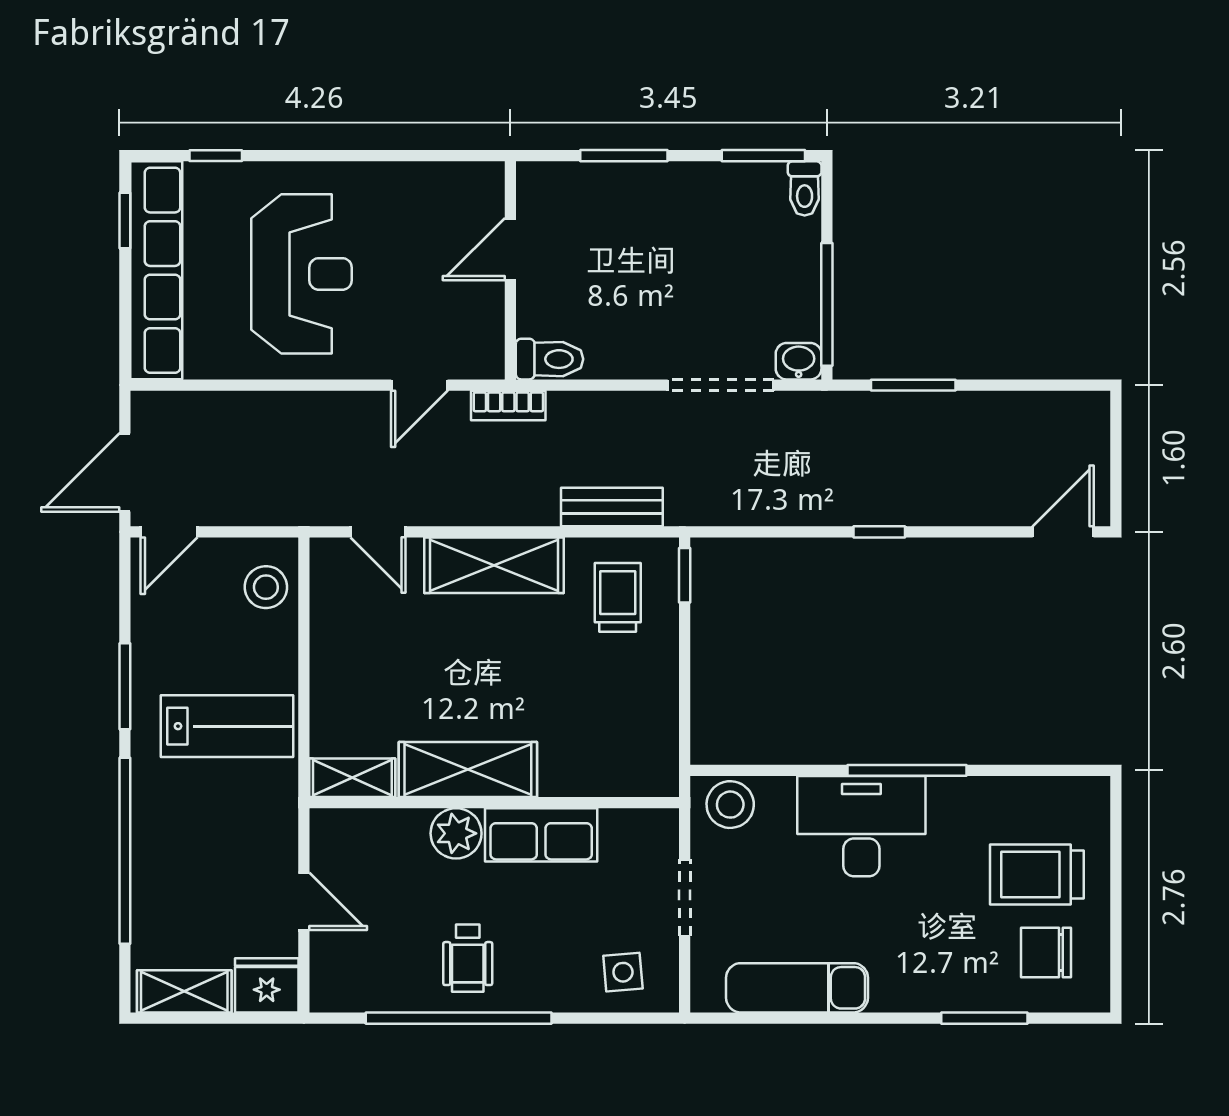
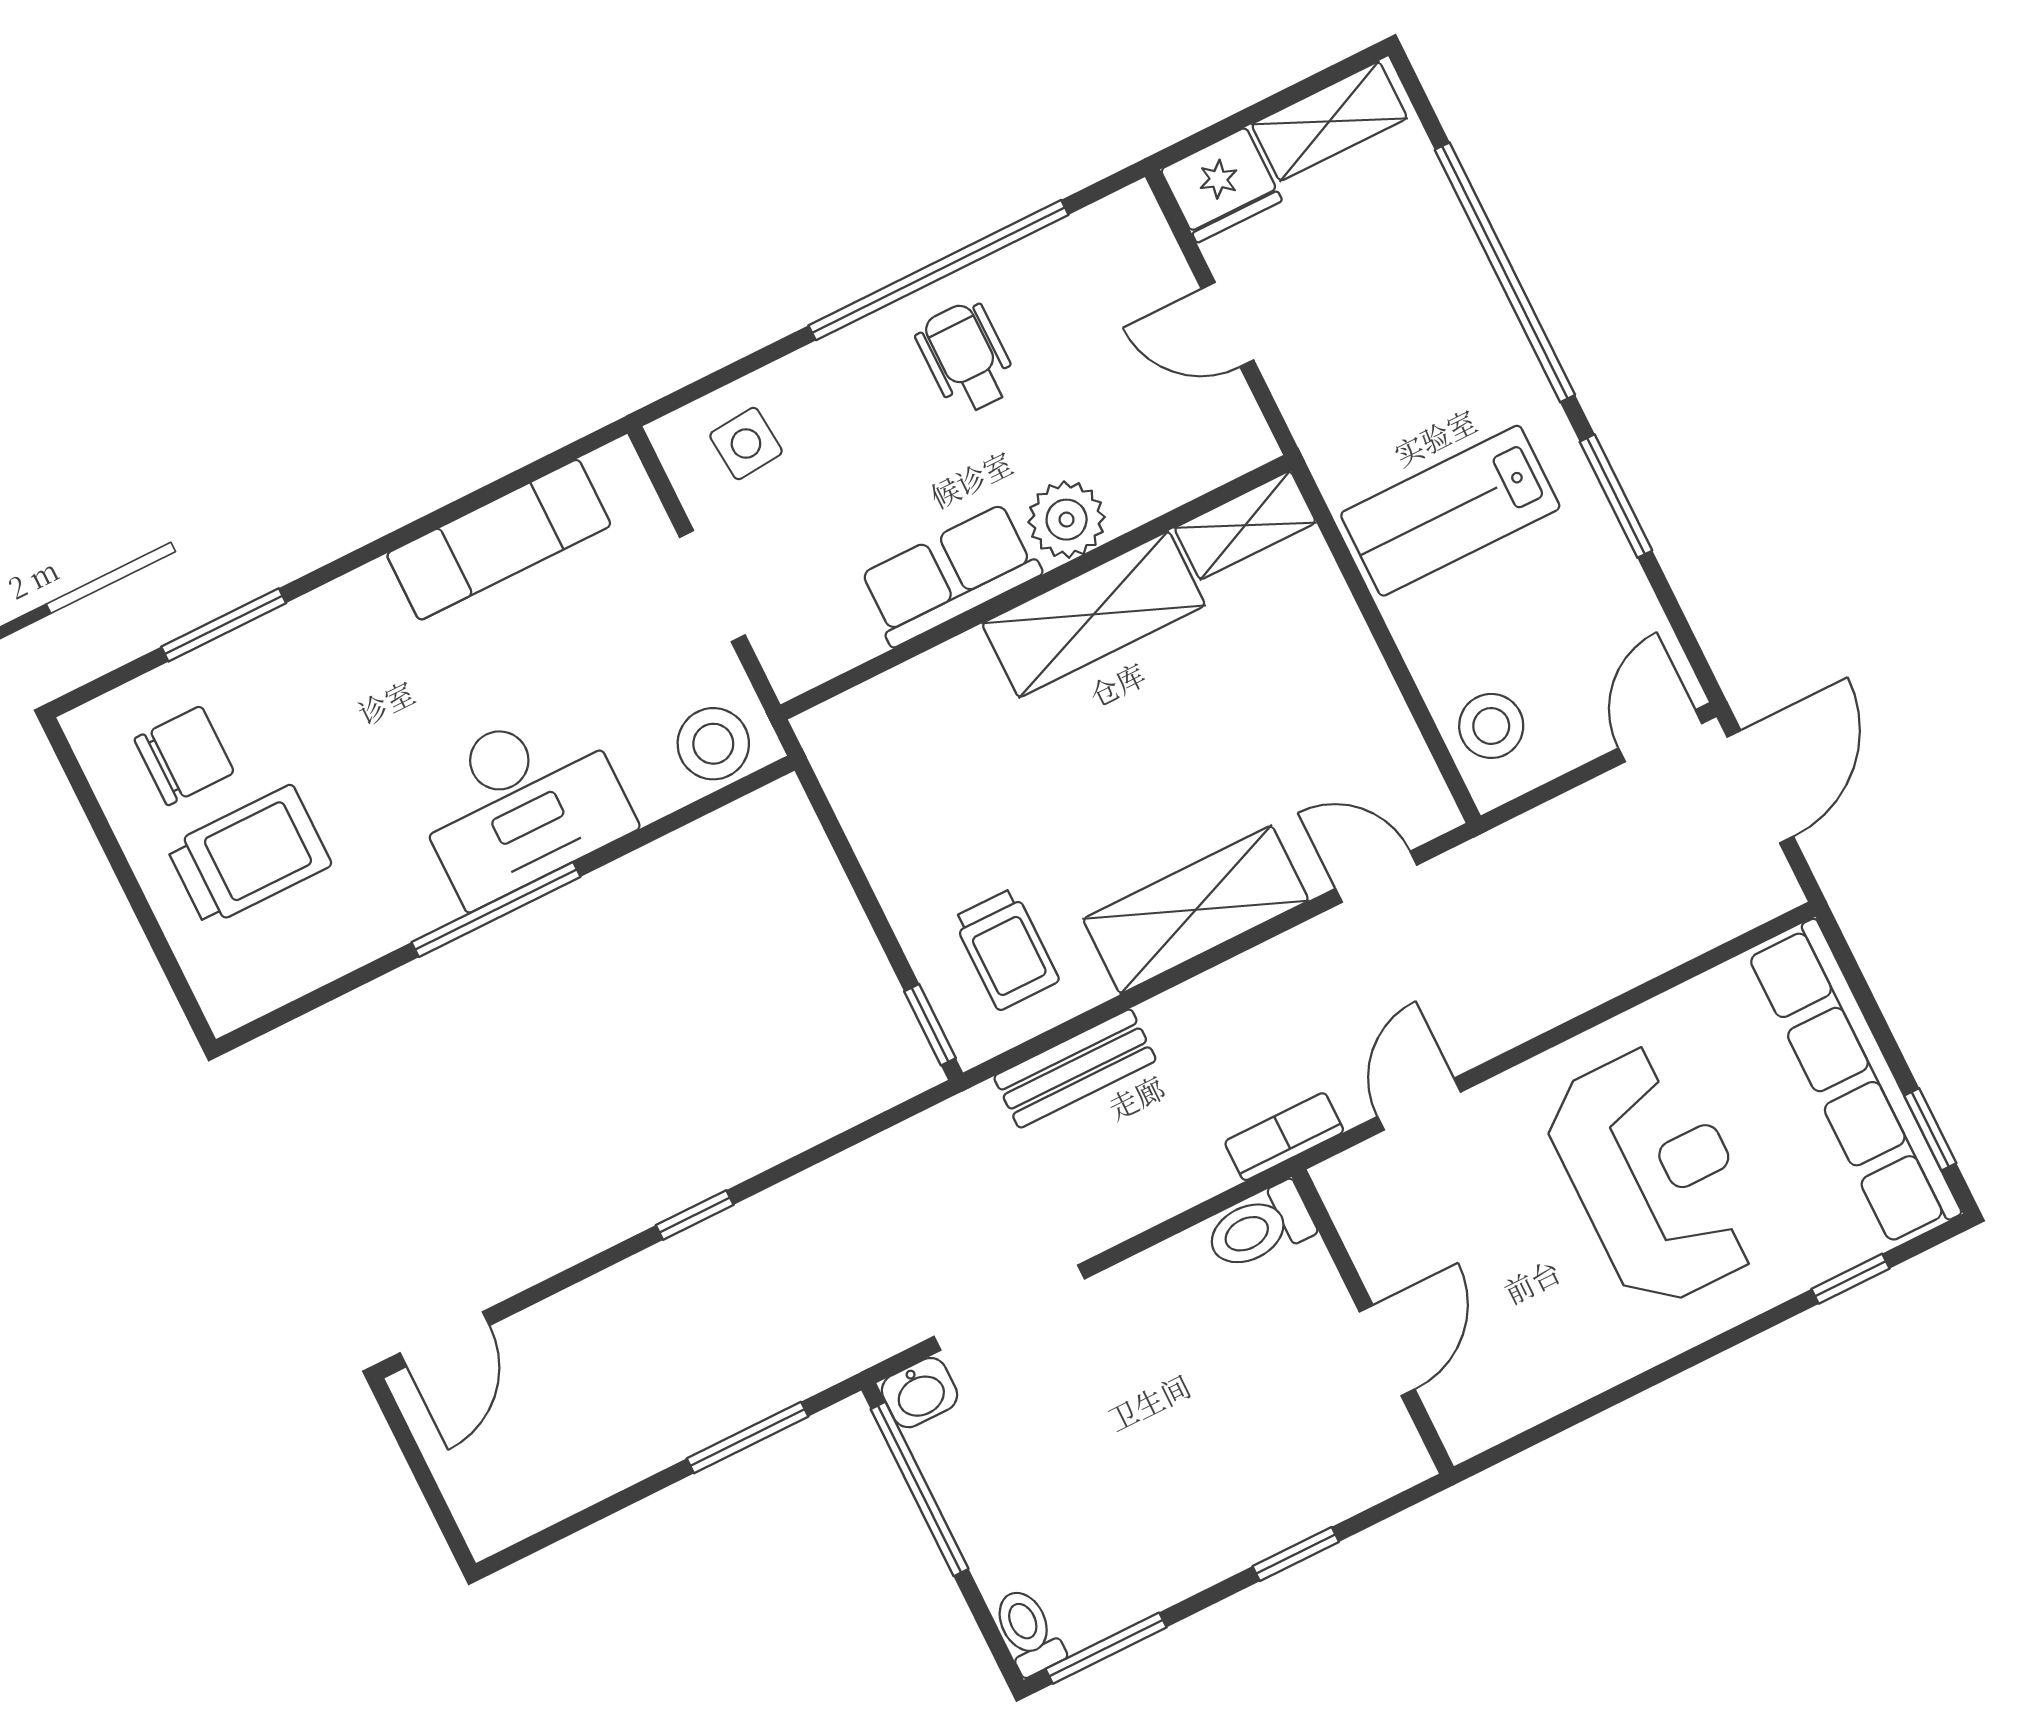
window: (624, 156) -> (1296, 1554), width x0.67
reception desk: (301, 274) -> (1654, 1176), turned 180

